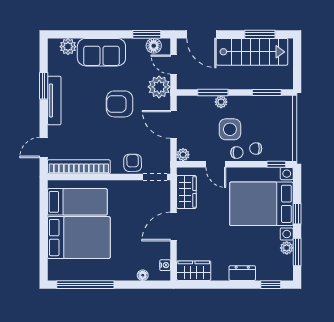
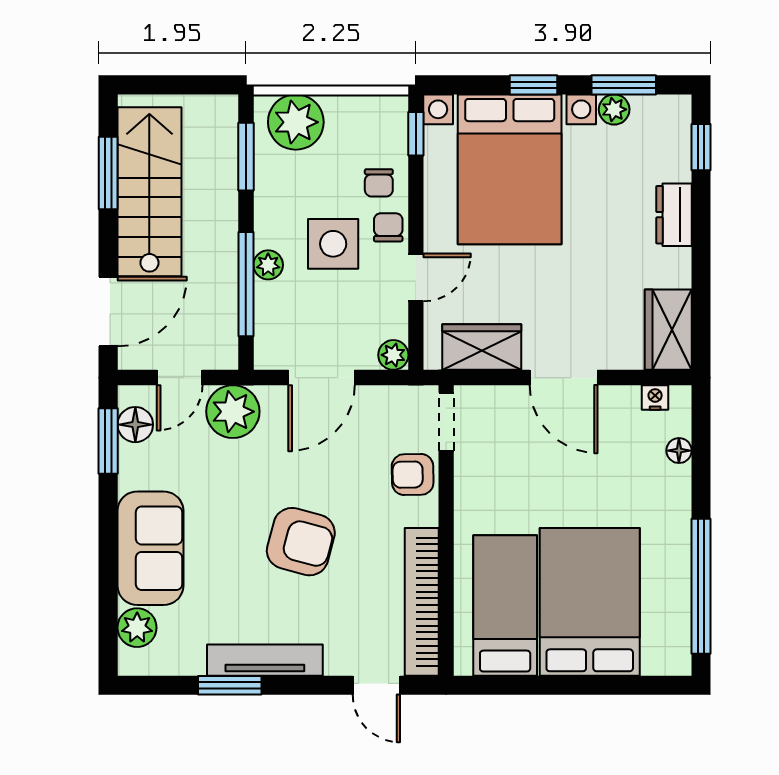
window: (213, 92) -> (246, 284), width x1.44
armchair: (120, 104) -> (301, 542), moved, turned -75
plant: (281, 114) -> (296, 122), added

